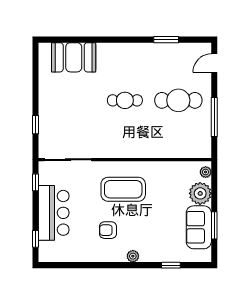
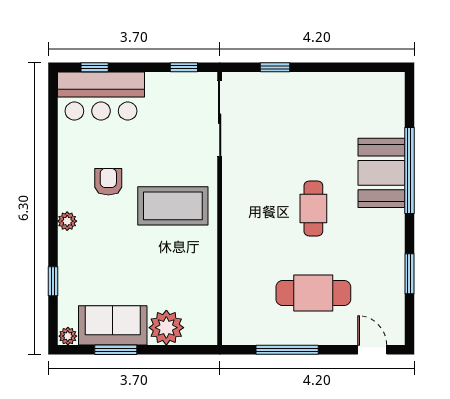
window: (101, 40) -> (409, 170), added
booth: (74, 57) -> (381, 173), moved
cafe table: (178, 100) -> (313, 293), turned 90
plant: (206, 172) -> (68, 336), moved
coffee table: (123, 189) -> (173, 206), turned 90
bar counter: (54, 213) -> (101, 96), moved

